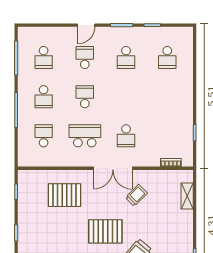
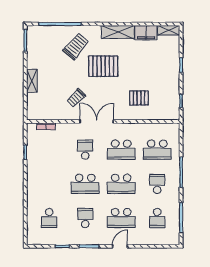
school desk: (44, 58) -> (157, 218), turned 180
school desk: (85, 58) -> (121, 218), width x1.85
school desk: (167, 58) -> (49, 218), turned 180
school desk: (85, 97) -> (121, 184), width x1.85
school desk: (126, 97) -> (85, 184), added
school desk: (44, 136) -> (157, 150), width x1.85
pallet: (64, 195) -> (139, 98), width x0.67, depth x0.71
shelving: (187, 196) -> (32, 81), moved

